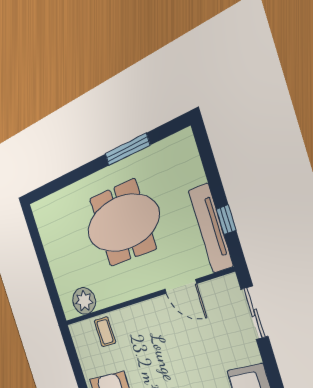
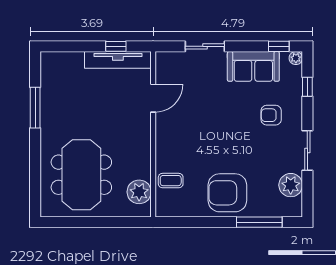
meeting table: (122, 223) -> (81, 175), moved
sliding door: (254, 313) -> (205, 46), moved

